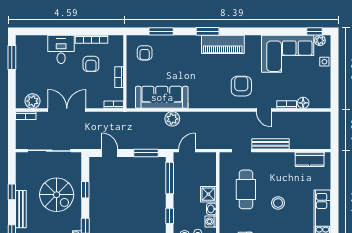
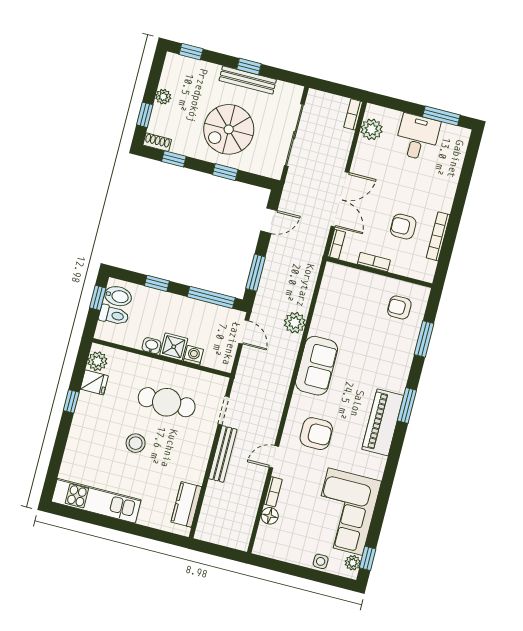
desk: (61, 49) -> (417, 137), moved, turned -90
sofa: (162, 97) -> (316, 366), moved, width x0.73
double door: (67, 110) -> (340, 199), moved
bench: (21, 209) -> (248, 80), moved
washing machine: (211, 221) -> (194, 355), moved

